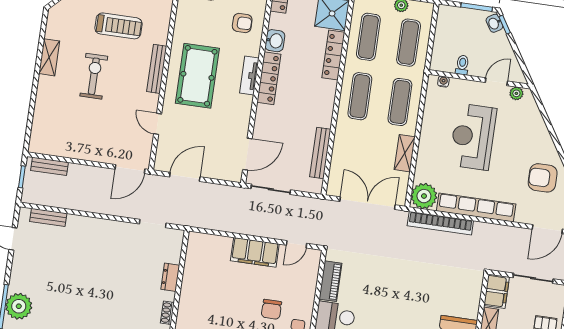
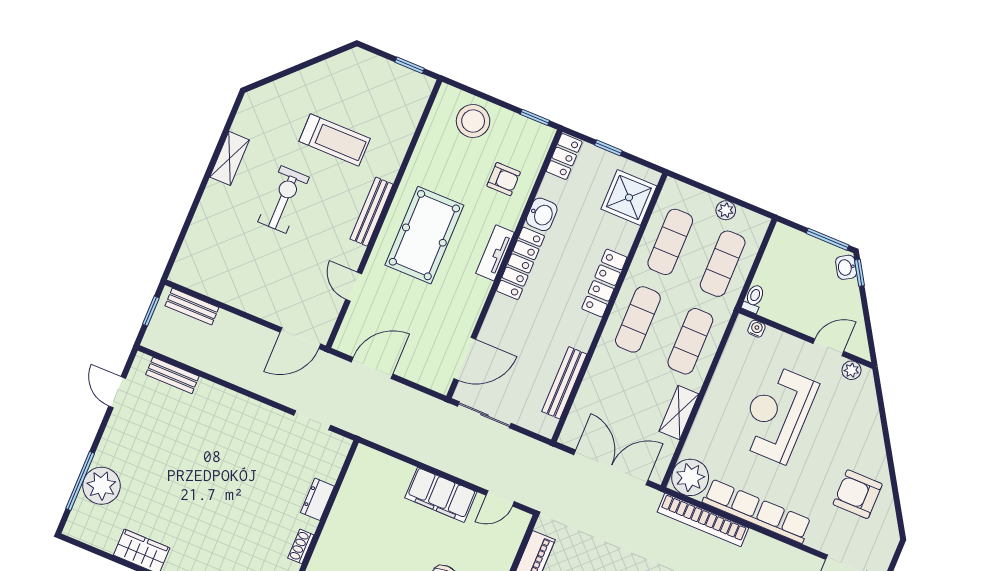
locker: (333, 55) -> (604, 283), moved
toilet: (462, 65) -> (754, 299), moved

